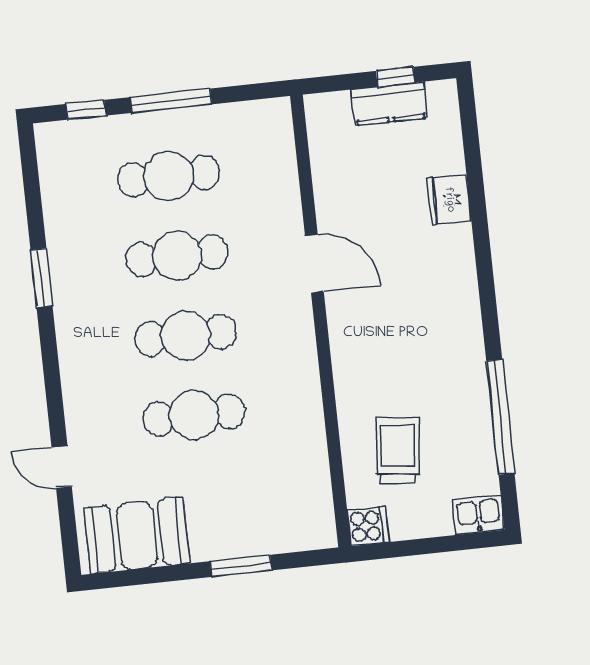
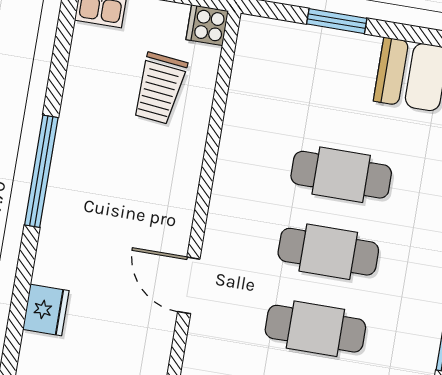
window: (500, 417) -> (41, 171), moved

